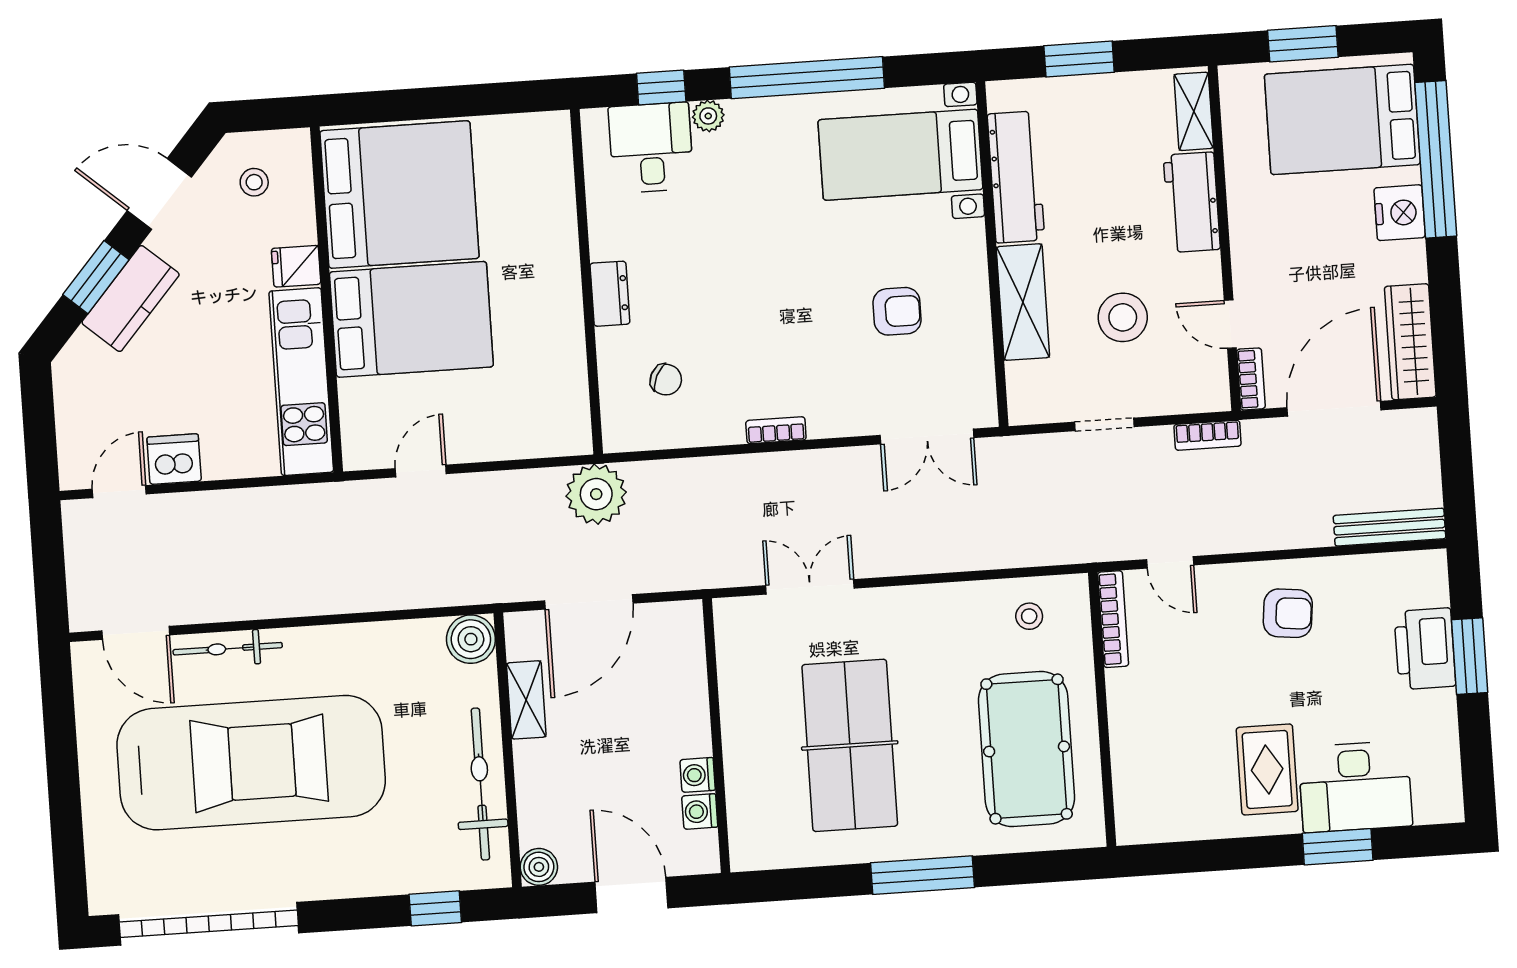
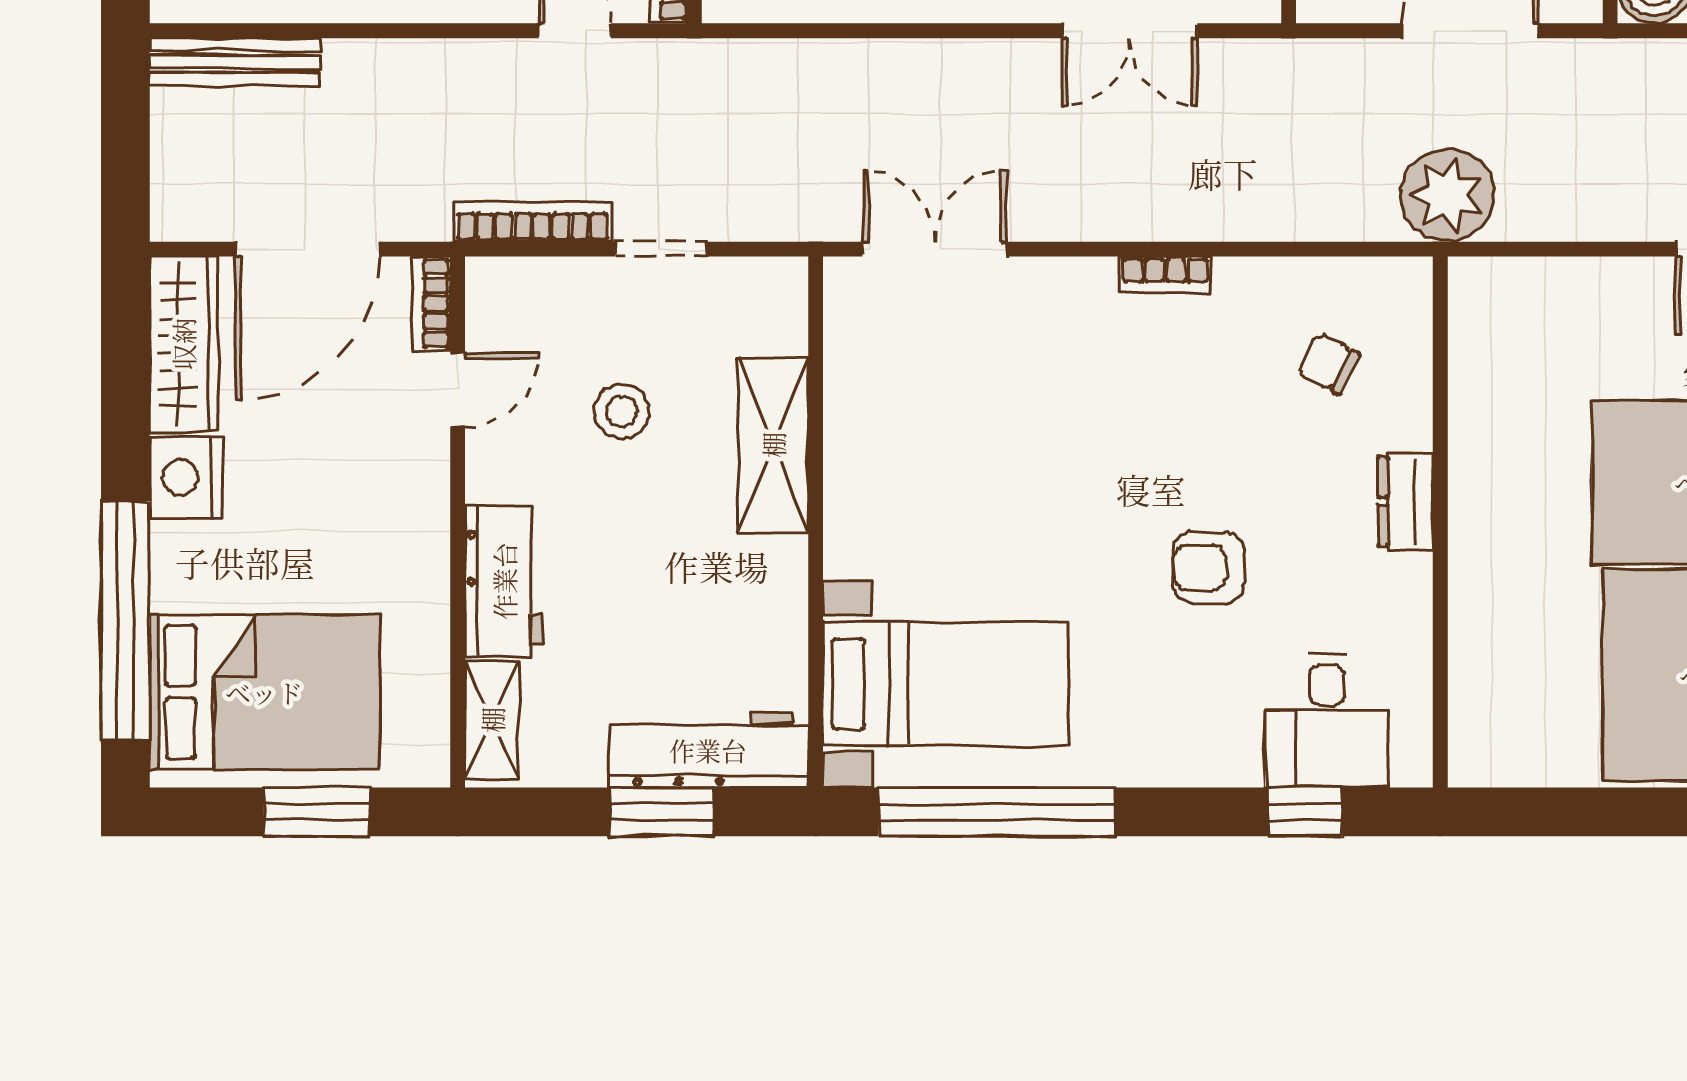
window: (807, 78) -> (997, 812), moved
plant: (708, 116) -> (1236, 763), removed
workbench: (1016, 177) -> (708, 750), moved, turned 90
nightstand: (1400, 213) -> (186, 477), moved
armchair: (897, 311) -> (1209, 568), moved
stool: (1123, 317) -> (622, 411), width x0.73, depth x0.73
door: (1230, 324) -> (458, 390), hinge flipped
bookcase: (1208, 435) -> (532, 222), width x1.56

